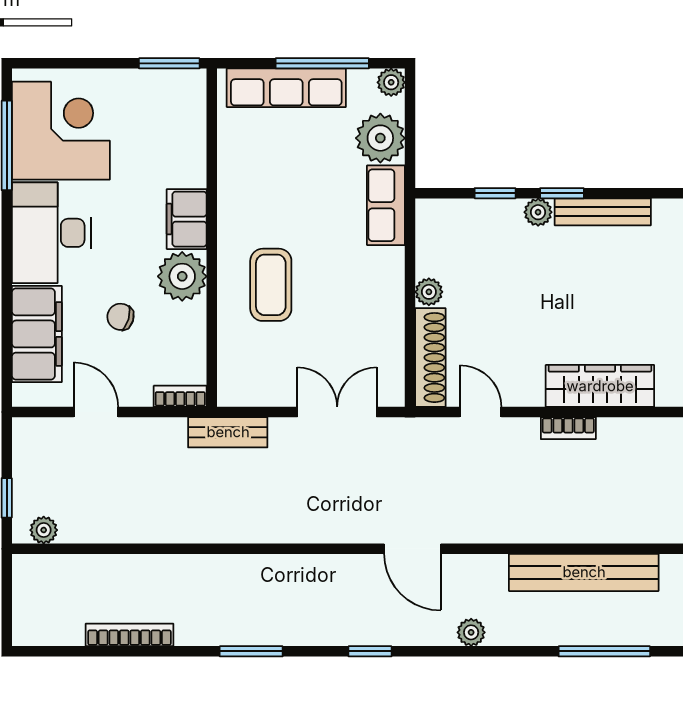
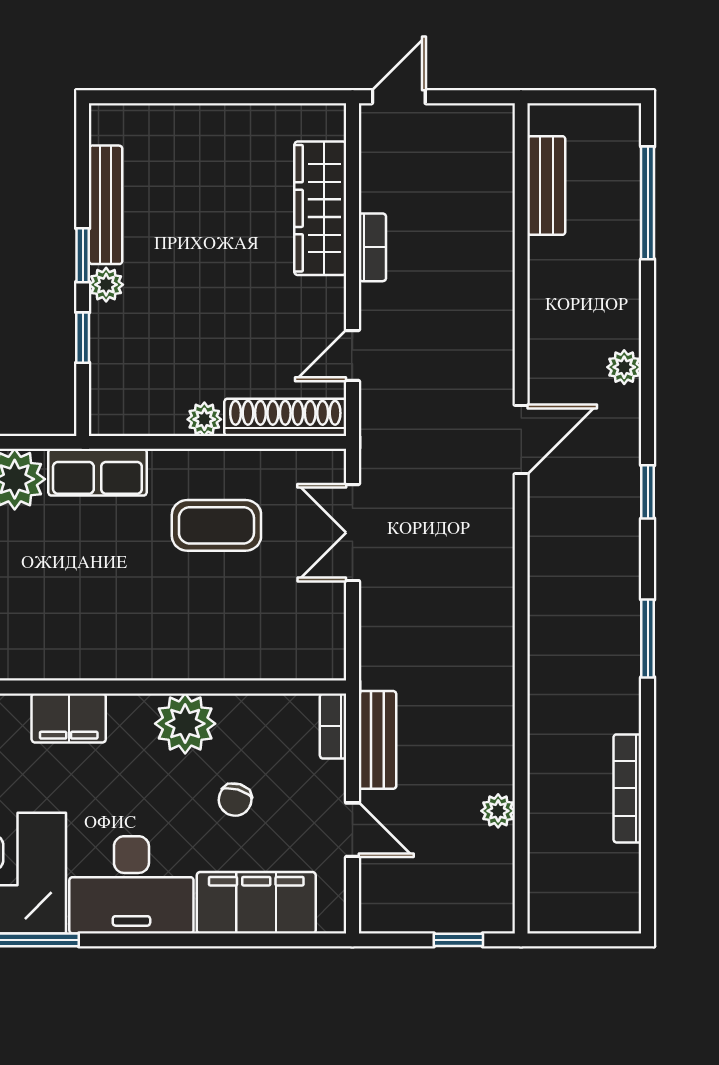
filing cabinet: (187, 219) -> (69, 718), moved
coffee table: (271, 285) -> (216, 525), moved
door: (96, 412) -> (352, 830), swing flipped
bench: (228, 432) -> (377, 740), moved
plant: (44, 530) -> (498, 811), moved
bench: (584, 572) -> (546, 185), width x0.54, depth x0.82

